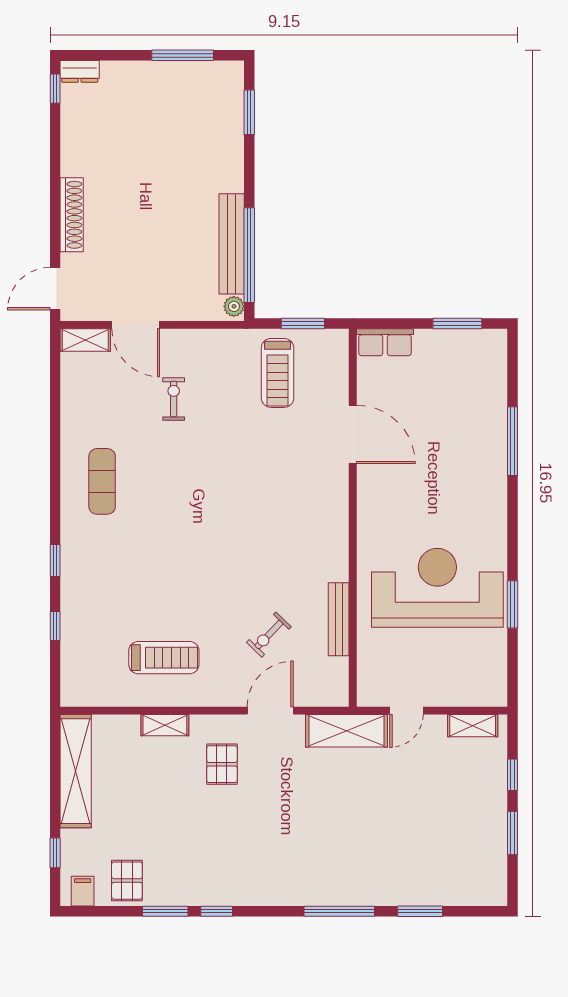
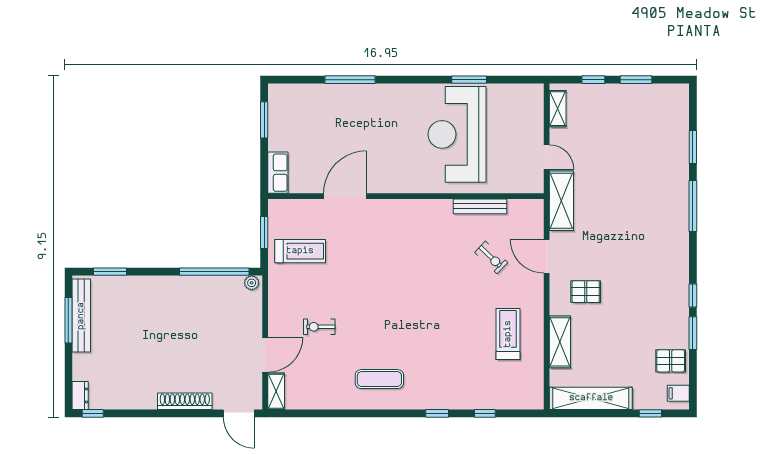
bench: (232, 244) -> (81, 316), moved, turned 90
shelving: (165, 725) -> (560, 342), width x1.50, depth x1.33

